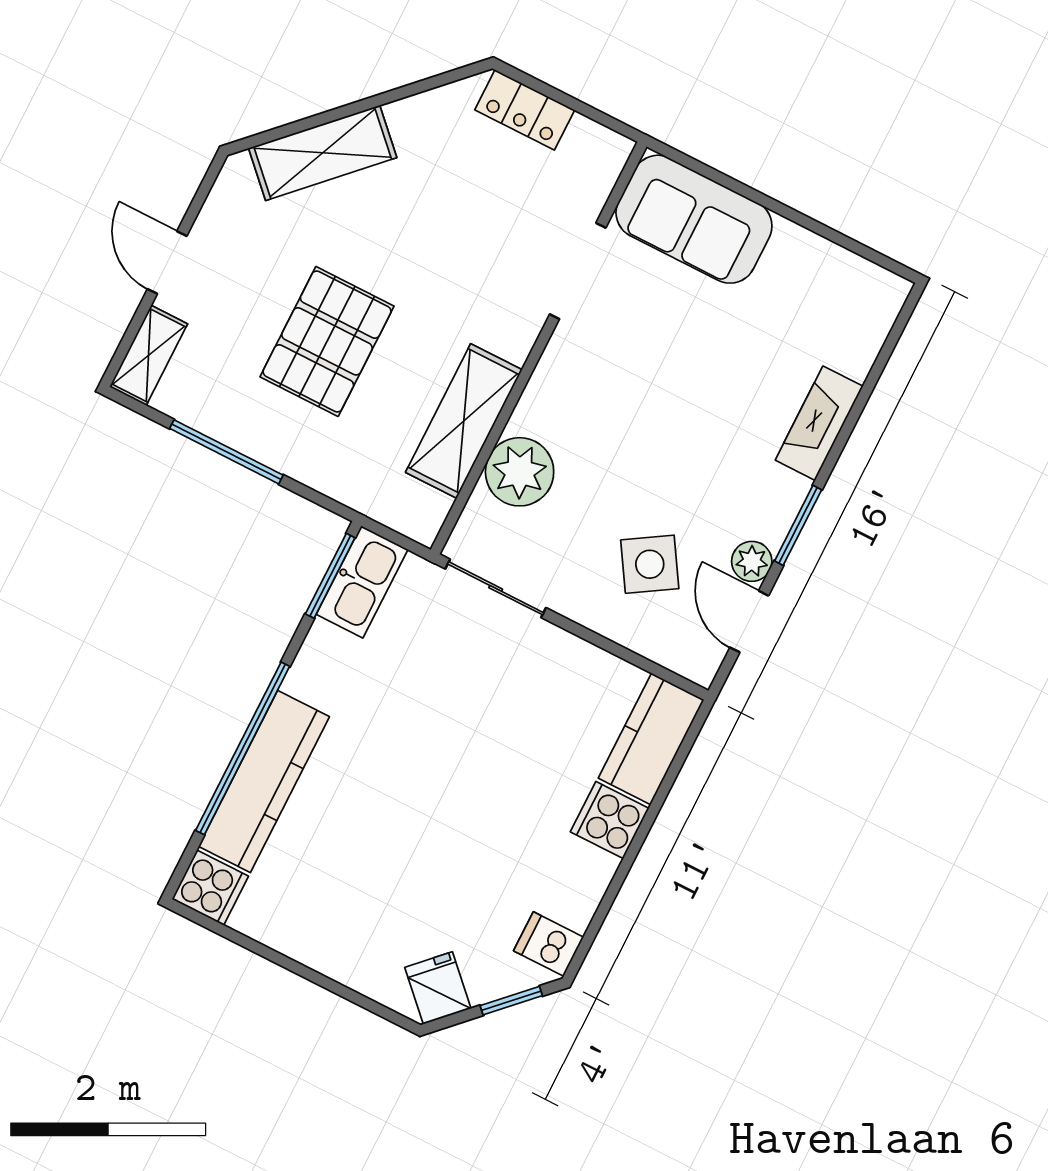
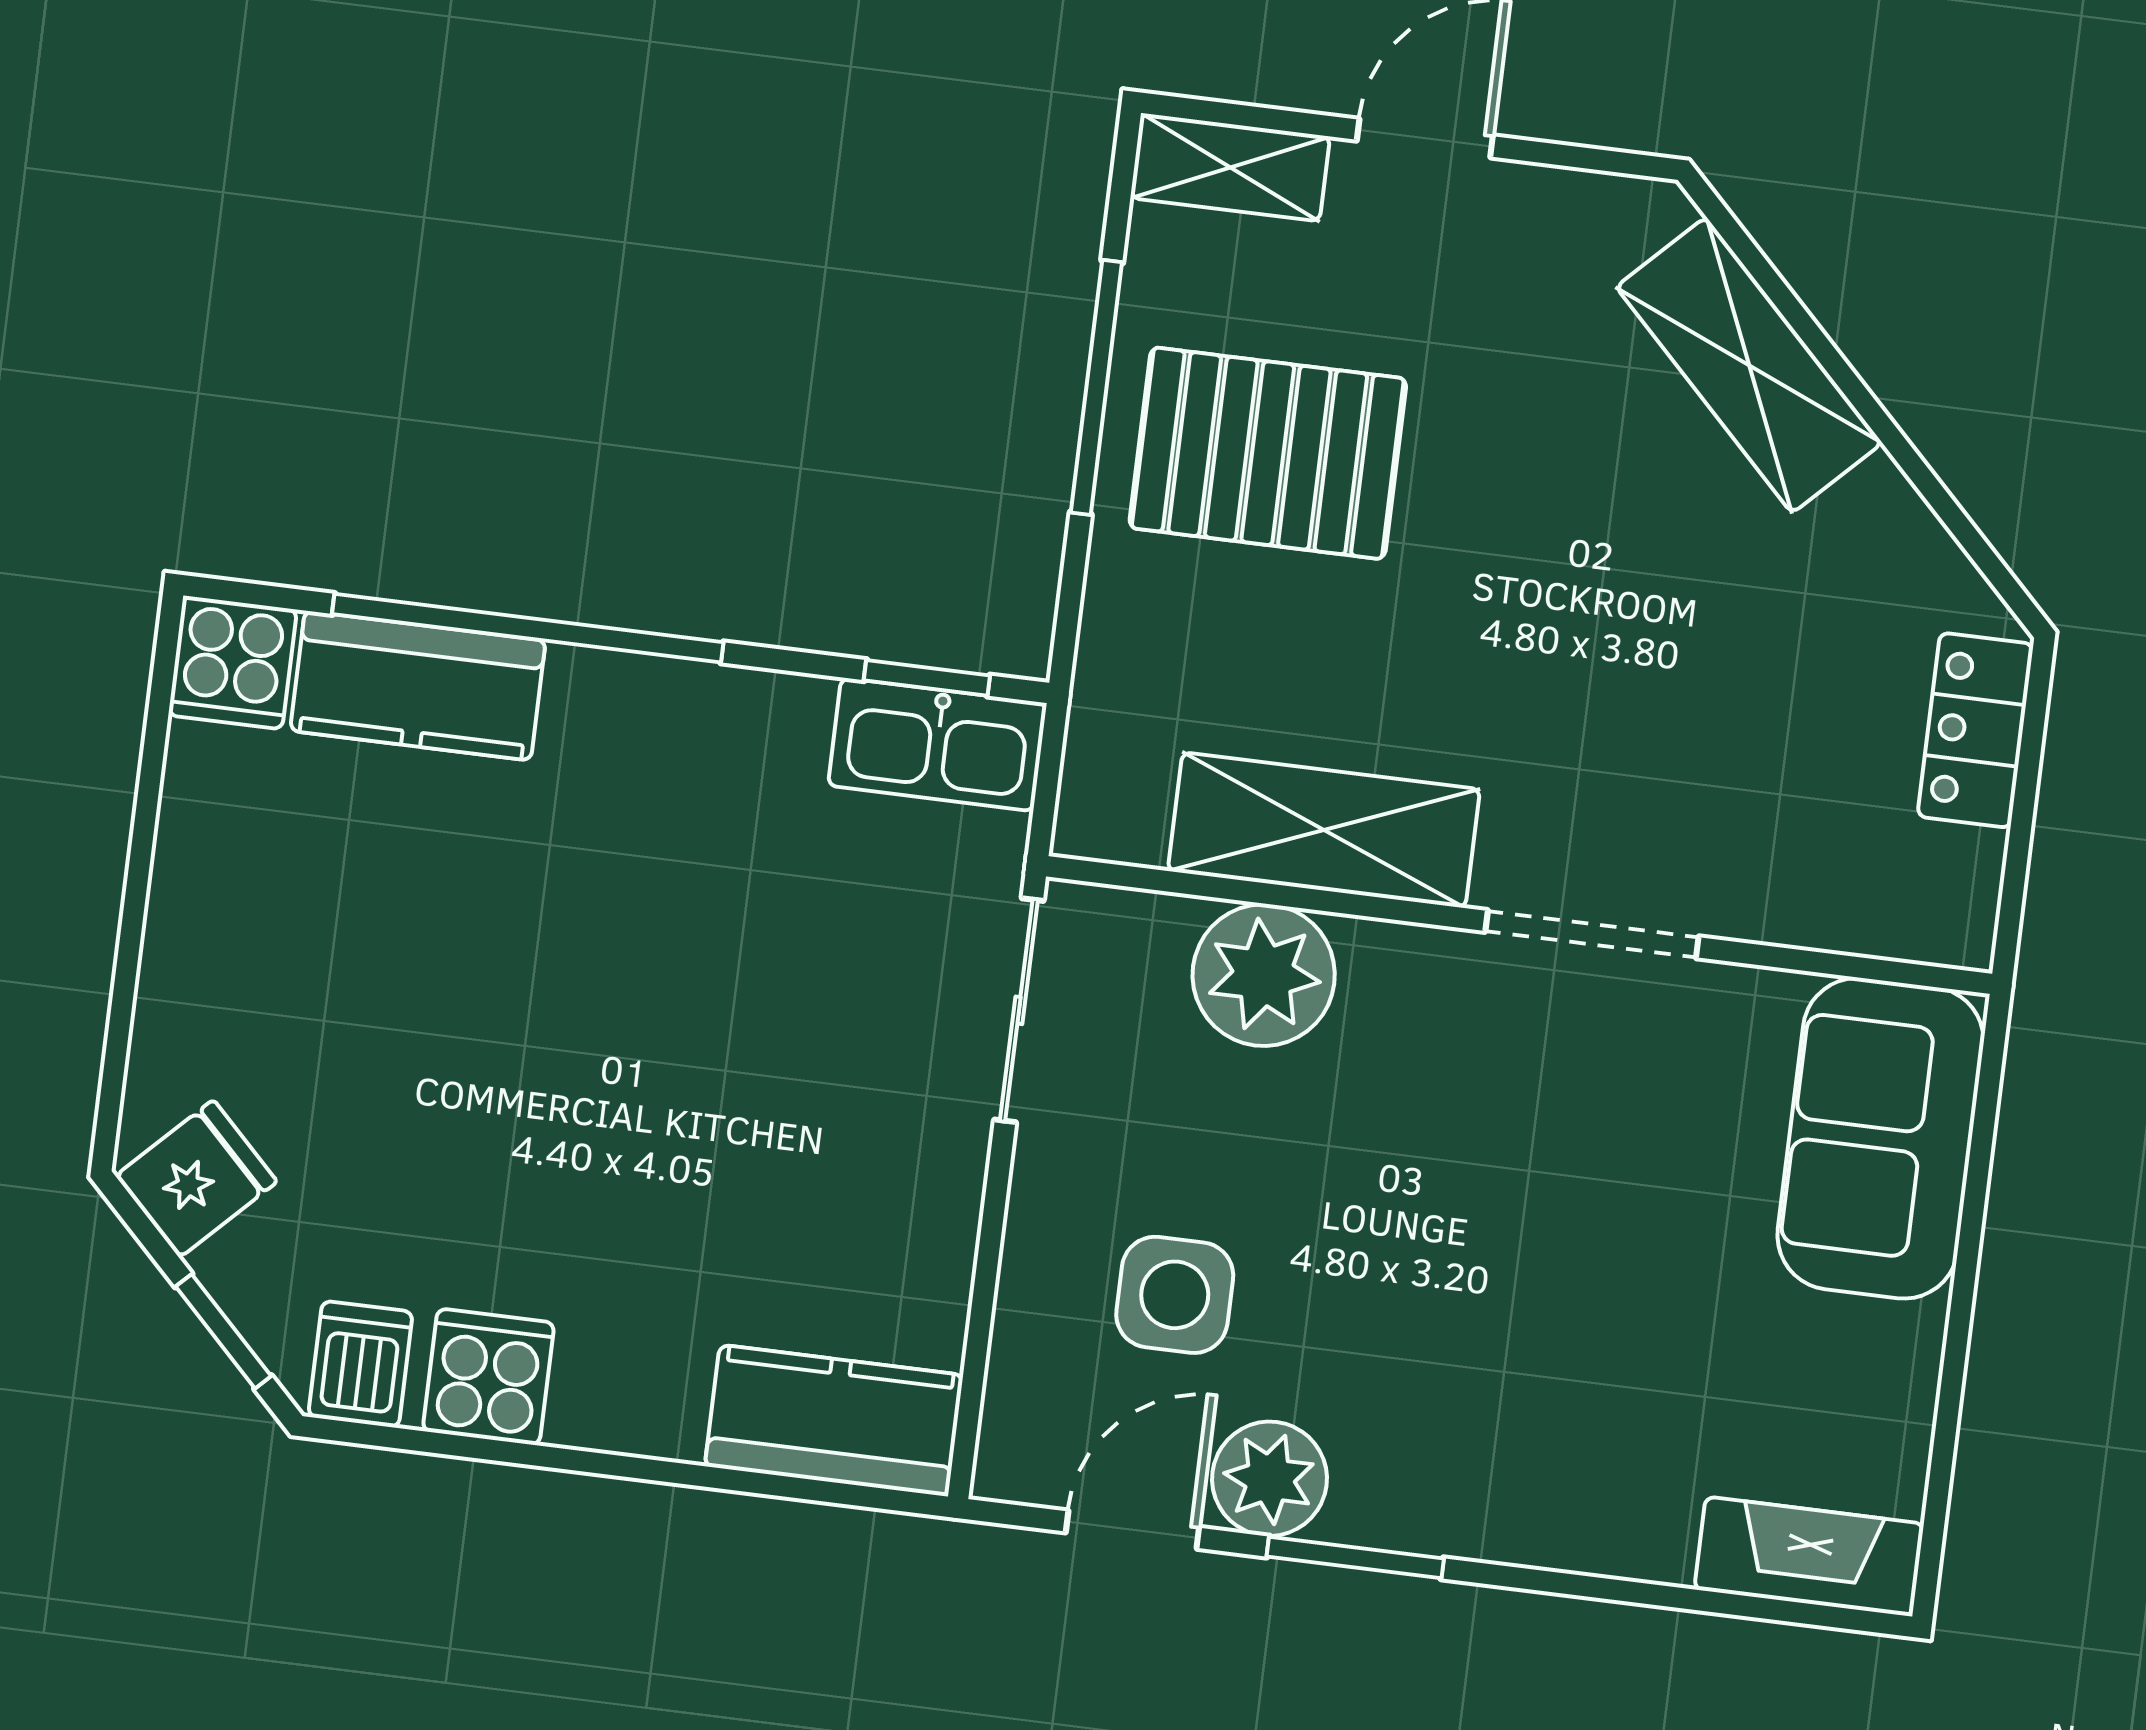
doorway: (578, 271) -> (1592, 934), moved
pallet: (327, 341) -> (1268, 453), moved
fireplace: (819, 423) -> (1809, 1556), moved
plant: (752, 561) -> (1269, 1479), width x1.38, depth x1.38
side table: (650, 564) -> (1175, 1295), turned 32
window: (330, 576) -> (927, 678), width x0.67
kitchen counter: (264, 781) -> (418, 686), width x0.67
cooker: (610, 820) -> (488, 1377), moved

